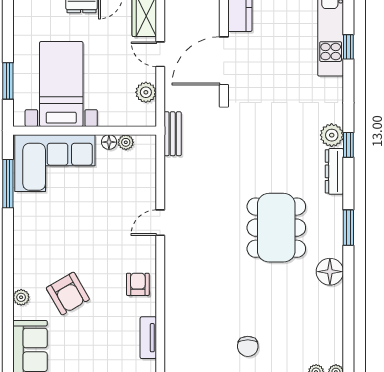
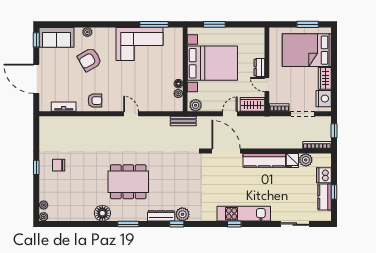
bed with nightstands: (61, 84) -> (212, 63), width x1.36
plant: (146, 92) -> (196, 105), moved
corner sofa: (55, 163) -> (140, 44), moved, turned -90

